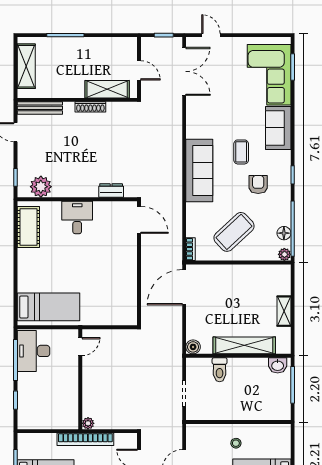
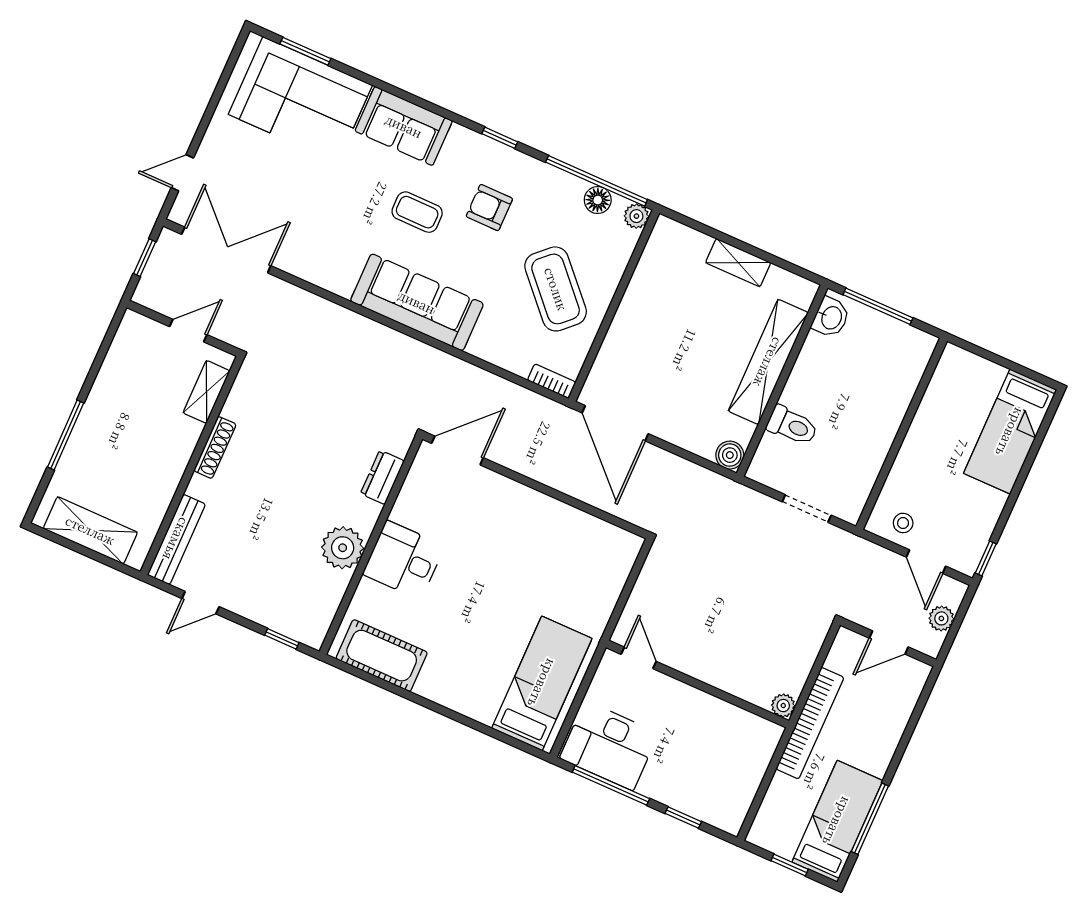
shelving: (107, 89) -> (206, 392), width x0.67, depth x0.75
plant: (41, 187) -> (343, 548), moved
stool: (236, 443) -> (903, 523), moved

